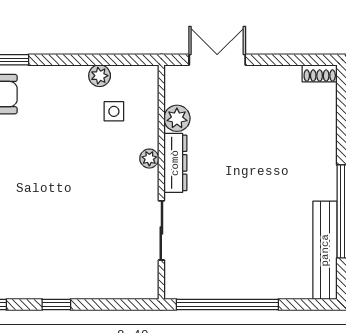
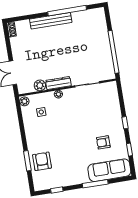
plant: (100, 76) -> (24, 101), moved
armchair: (18, 246) -> (103, 142), added
bench: (325, 250) -> (51, 21), moved

